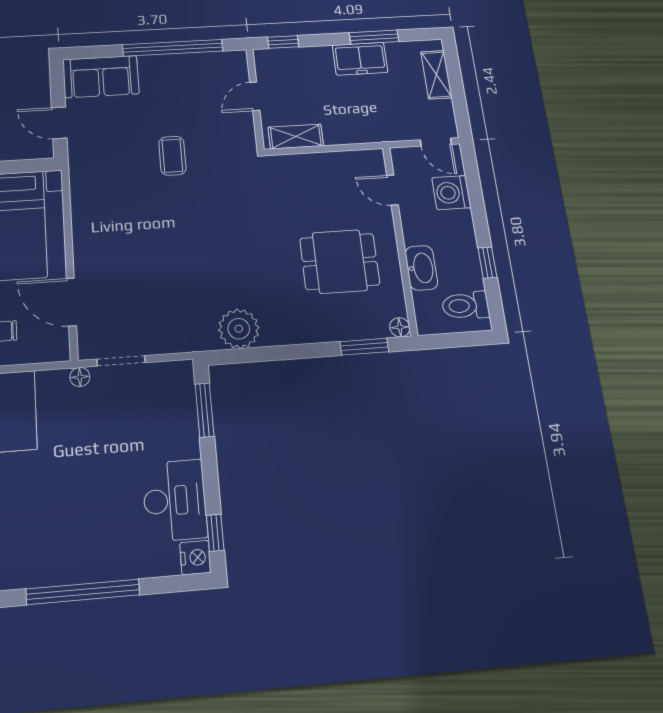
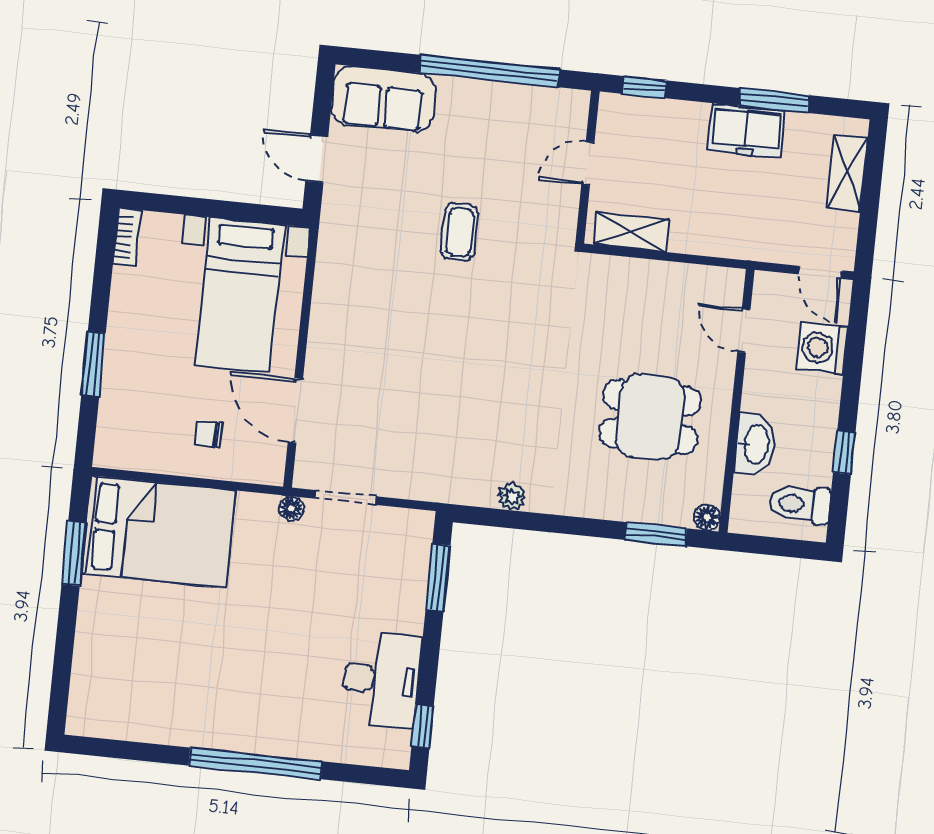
plant: (239, 329) -> (512, 496), width x0.53, depth x0.53
nightstand: (195, 558) -> (394, 750), removed

